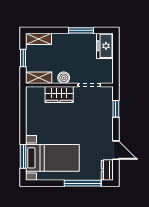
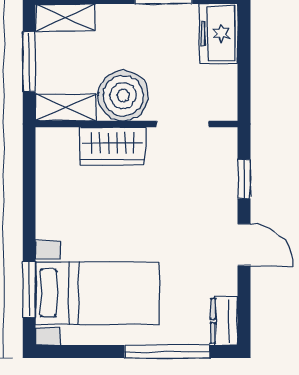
window: (23, 58) -> (29, 62), width x1.50
boiler: (64, 78) -> (123, 96), width x1.86, depth x1.86
door: (116, 150) -> (244, 245), moved

